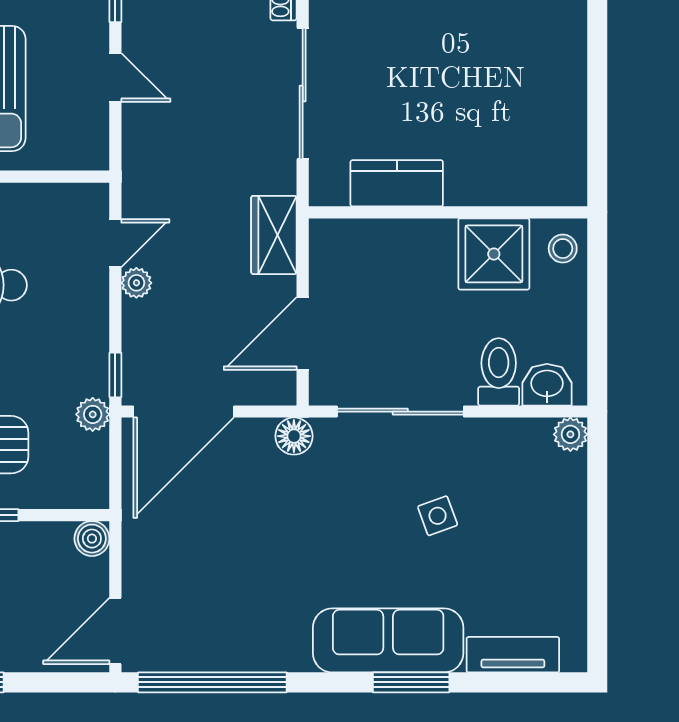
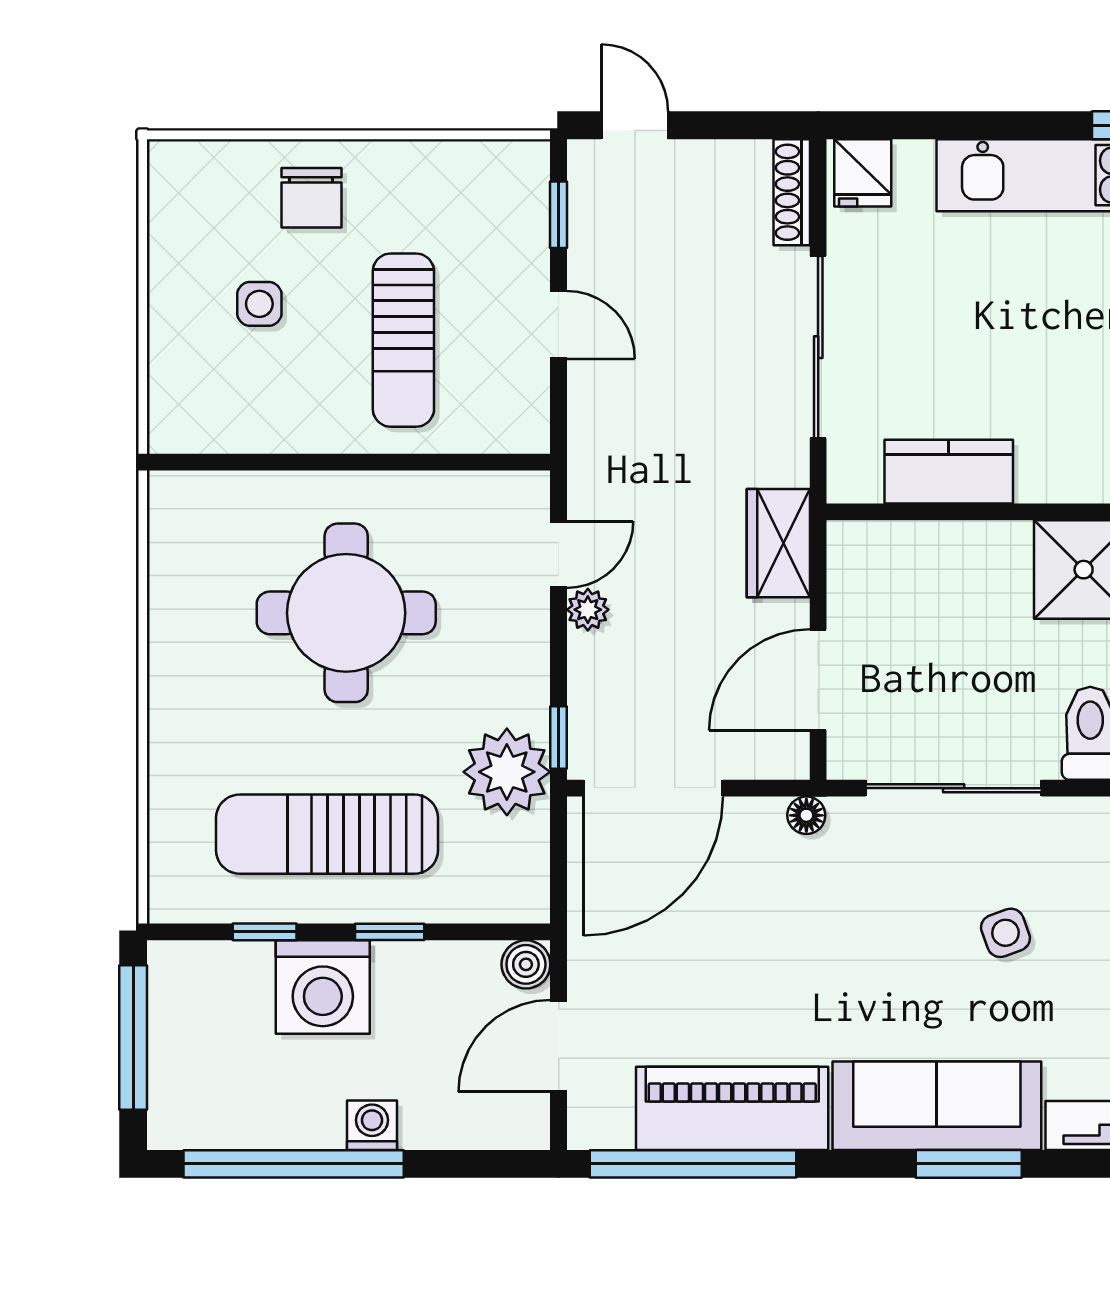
plant: (93, 414) -> (507, 772), width x1.87, depth x1.87
floor lamp: (294, 436) -> (806, 815), width x0.73, depth x0.73
door: (115, 631) -> (559, 1046), moved
piano: (241, 642) -> (732, 1108), added

